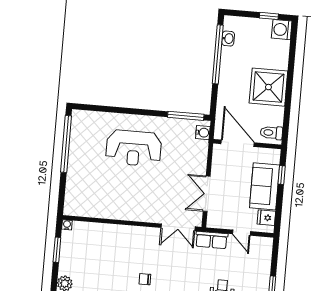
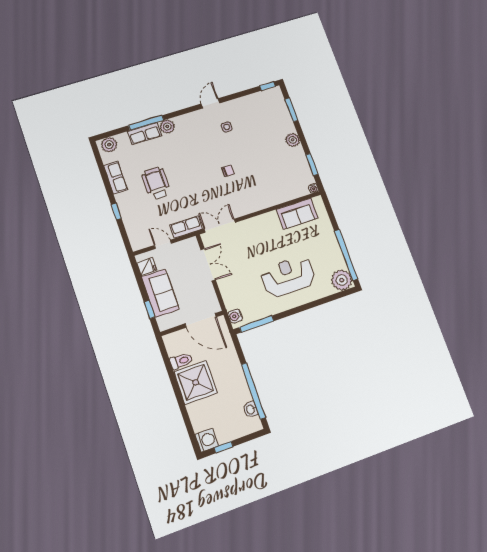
plant: (82, 121) -> (342, 280), added
toilet: (271, 133) -> (181, 361), moved
sofa: (96, 206) -> (297, 214), added

